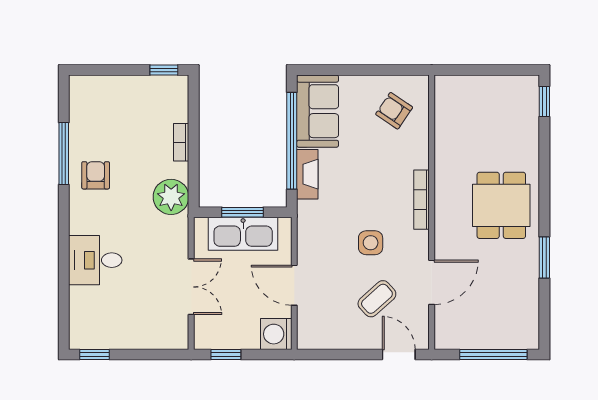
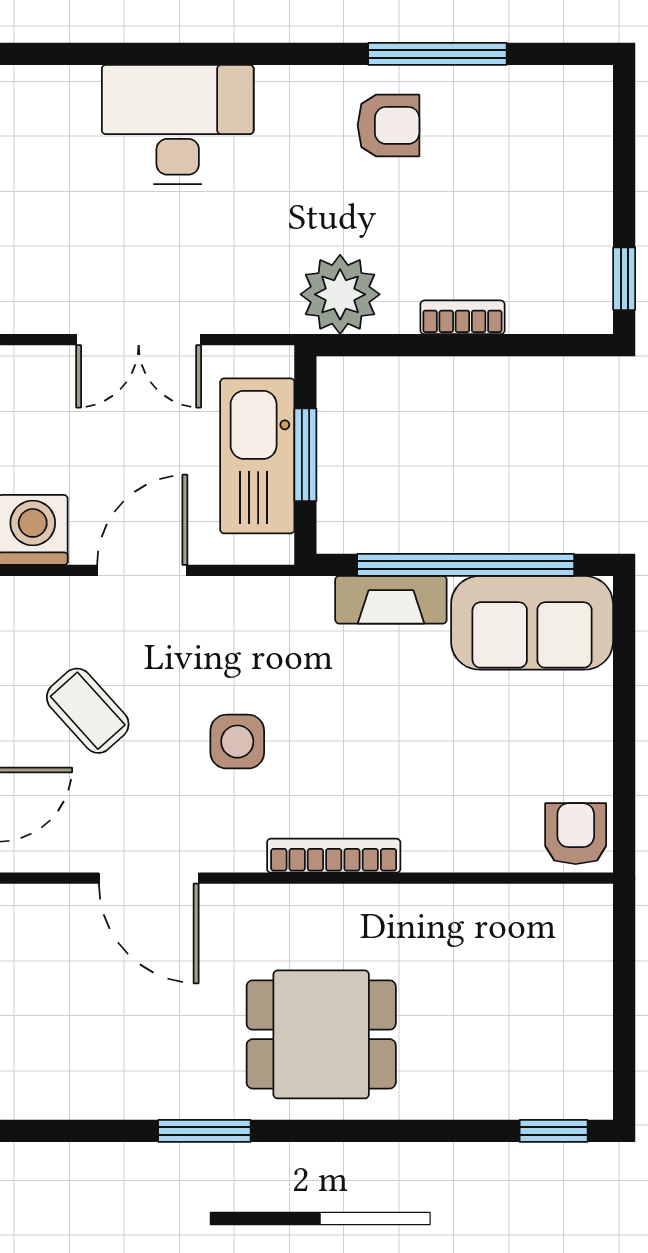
armchair: (394, 111) -> (576, 834), moved, turned -34
desk: (95, 260) -> (178, 125), width x1.37
coffee table: (377, 299) -> (88, 711), moved

